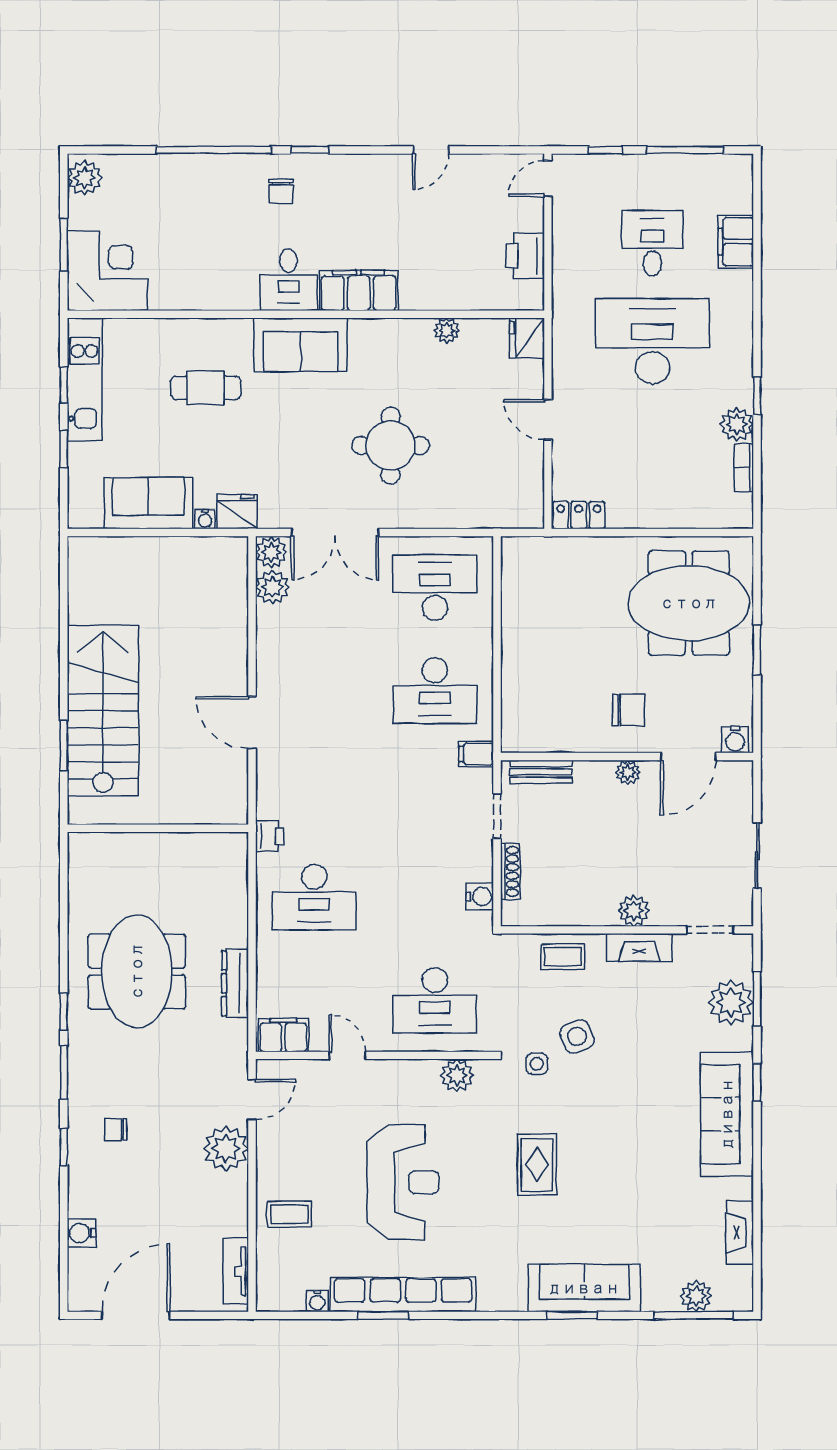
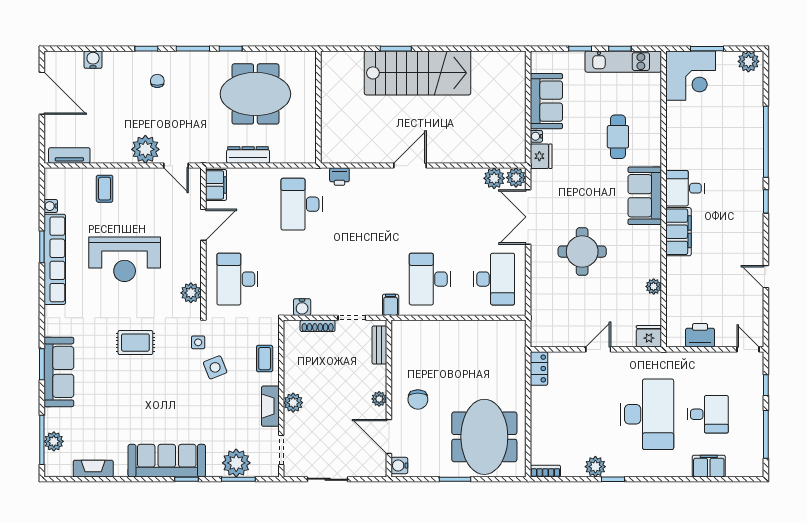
chair: (281, 191) -> (740, 184), removed
bookcase: (744, 468) -> (545, 471), moved
wall: (158, 828) -> (318, 107), moved
door: (347, 1055) -> (203, 225), width x1.38

